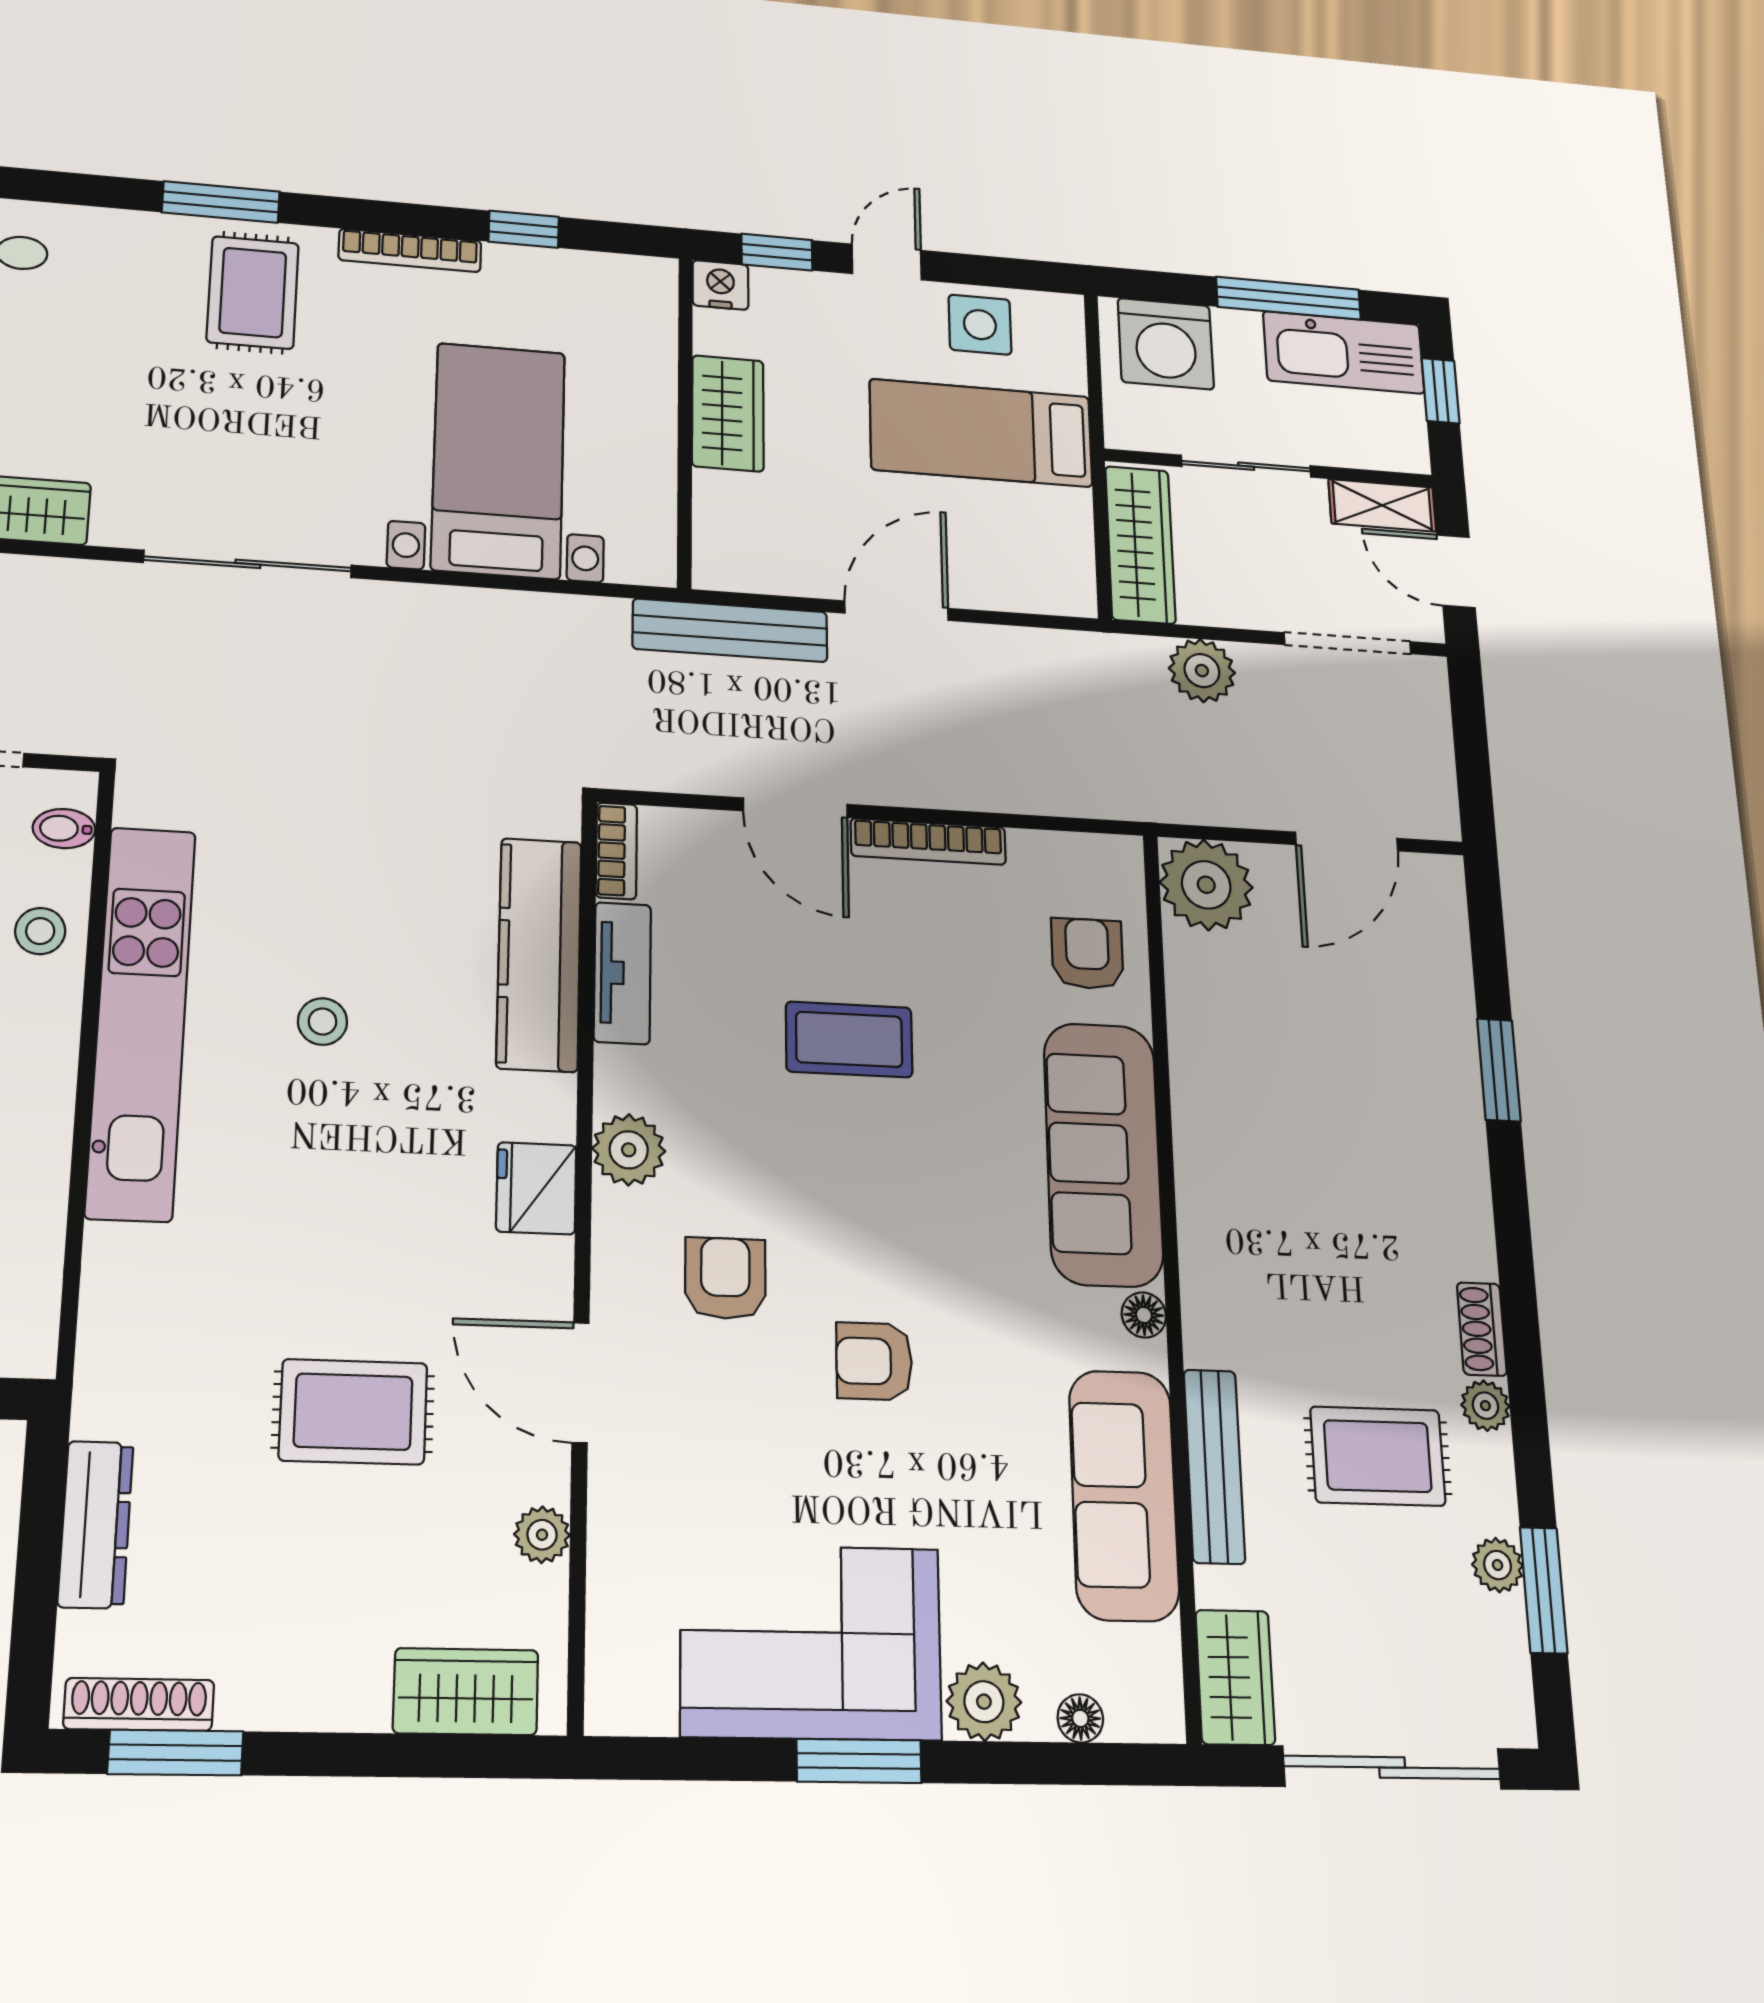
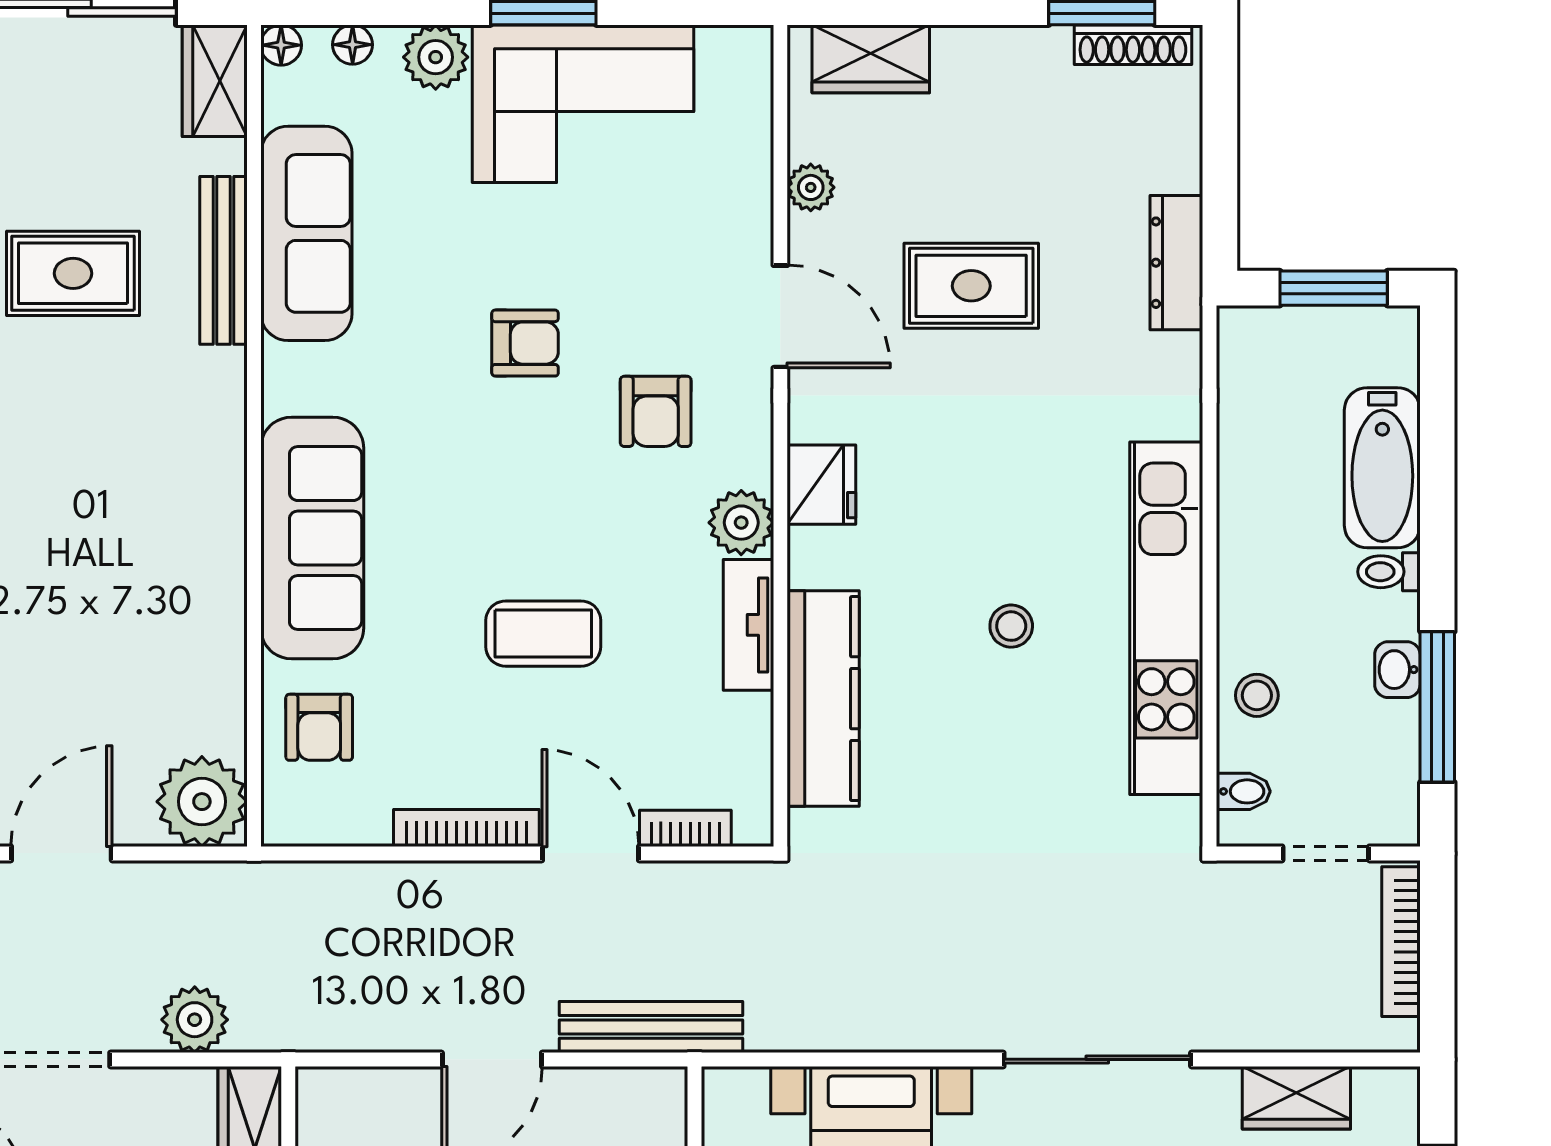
bookcase: (616, 851) -> (685, 828), moved, turned 90
tv unit: (622, 973) -> (748, 625), moved
floor lamp: (1144, 1315) -> (281, 45), moved
dresser: (96, 1524) -> (1176, 263), moved

